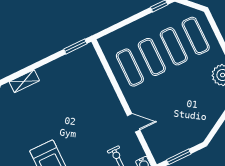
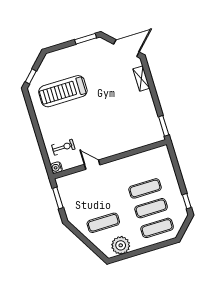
exercise mat: (130, 68) -> (103, 223), moved
door: (134, 123) -> (92, 165), swing flipped

